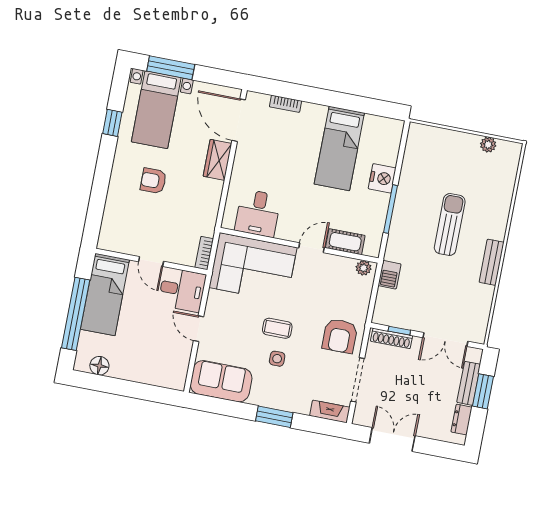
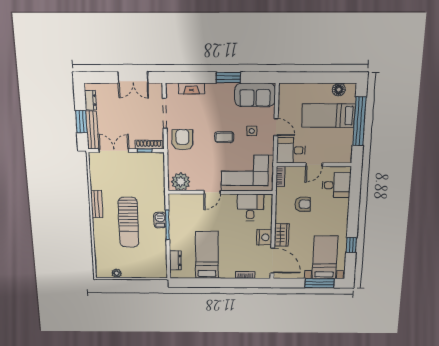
dresser: (390, 149) -> (175, 260), added
nightstand: (382, 178) -> (264, 237), moved, turned 180
armchair: (153, 181) -> (303, 204), moved
desk: (123, 224) -> (336, 185), added
sun lounger: (450, 224) -> (128, 222), width x1.36, depth x1.34
cot: (345, 242) -> (191, 200), removed
door: (151, 261) -> (314, 165), swing flipped
plant: (364, 268) -> (181, 182), width x1.88, depth x1.88
barbecue: (389, 275) -> (160, 220), moved
bed: (105, 294) -> (328, 116), moved, turned -90
side table: (277, 359) -> (252, 131), moved
bench: (469, 383) -> (92, 130), width x1.36
fireplace: (330, 411) -> (192, 89), moved
window: (274, 417) -> (228, 78), moved

